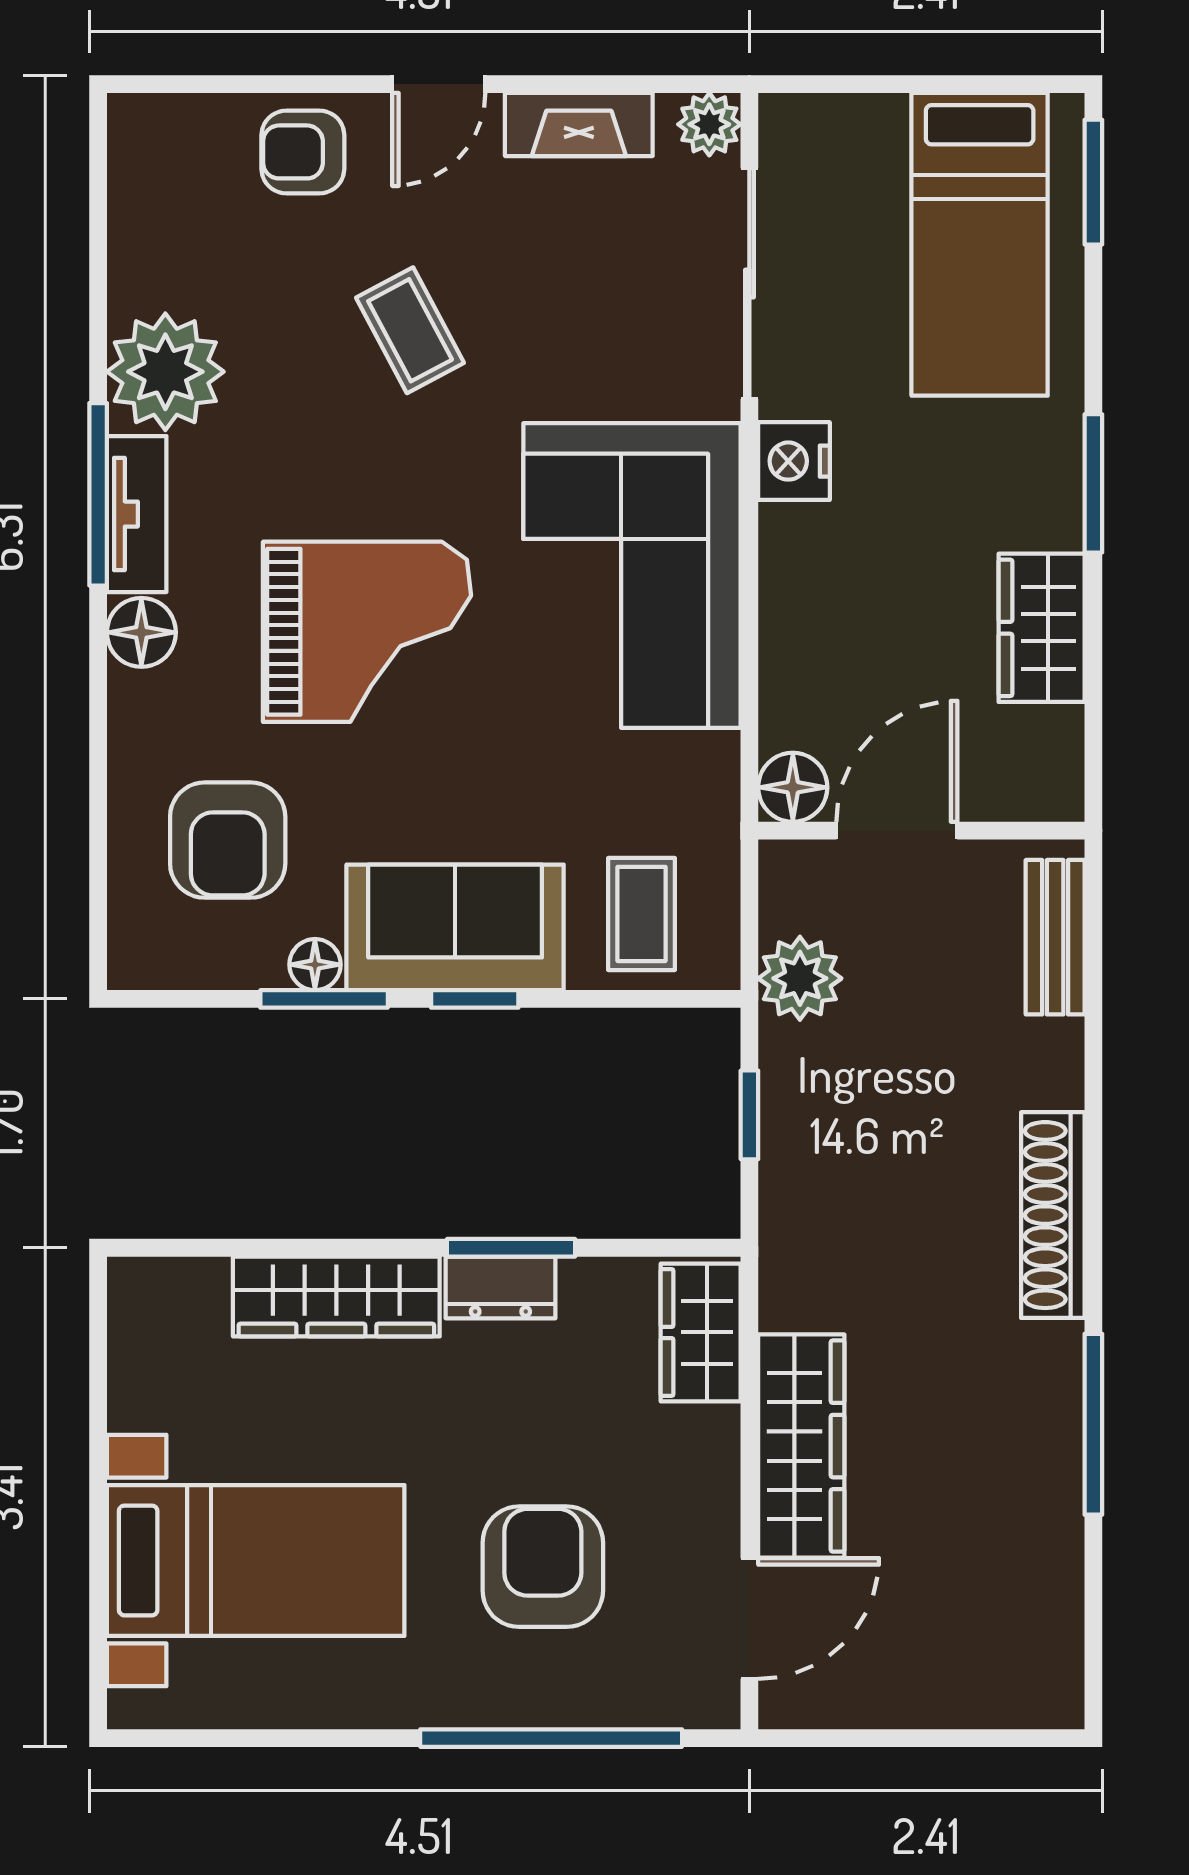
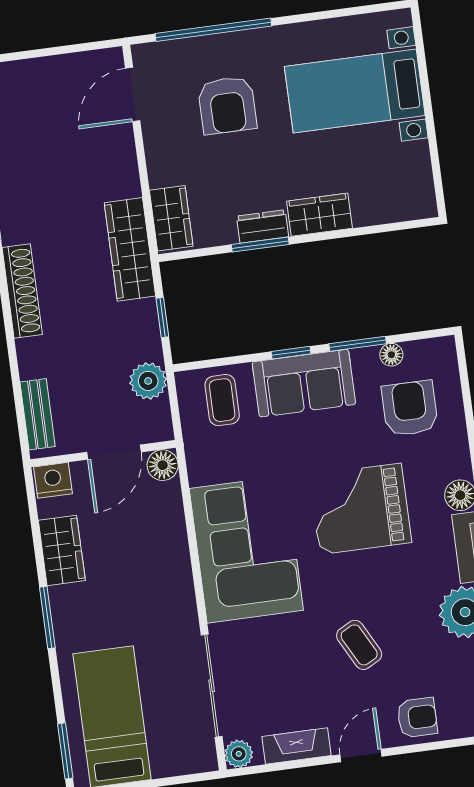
nightstand: (794, 461) -> (53, 480), moved, turned -90
floor lamp: (315, 965) -> (391, 355), moved
wardrobe: (336, 1297) -> (319, 215), width x0.67
wardrobe: (801, 1446) -> (130, 249), moved

